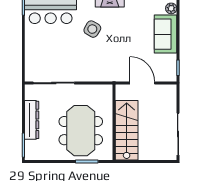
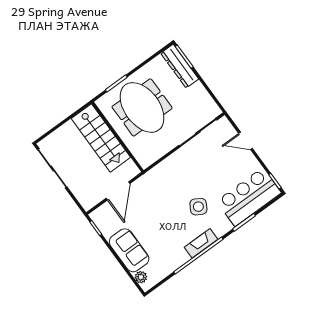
door: (23, 52) -> (246, 141), added
door: (142, 83) -> (118, 191), hinge flipped
dresser: (32, 120) -> (180, 66), moved

